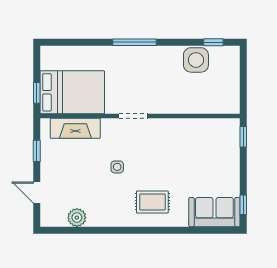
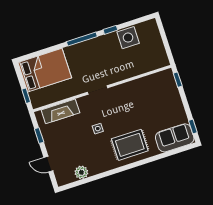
window: (213, 42) -> (110, 30), moved
bed: (72, 92) -> (45, 70), moved
rug: (152, 202) -> (130, 145), width x1.36, depth x1.43

